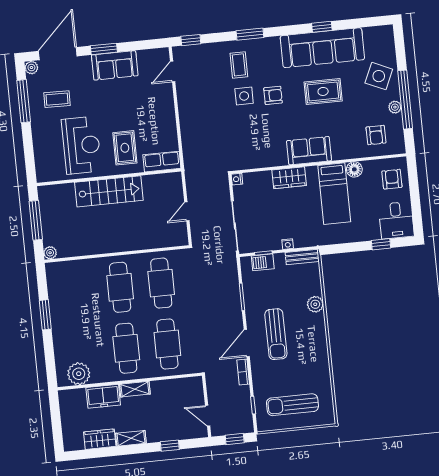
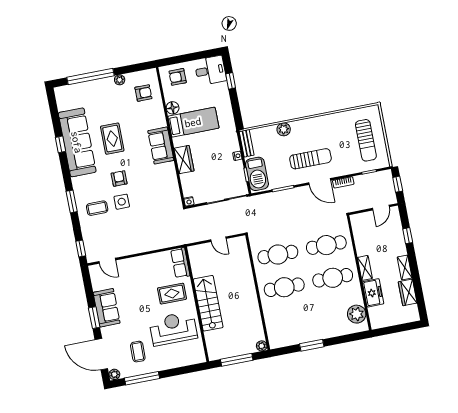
side table: (379, 76) -> (96, 95), removed
window: (405, 100) -> (91, 77), moved
barbecue: (263, 262) -> (257, 174), width x1.88, depth x1.53

